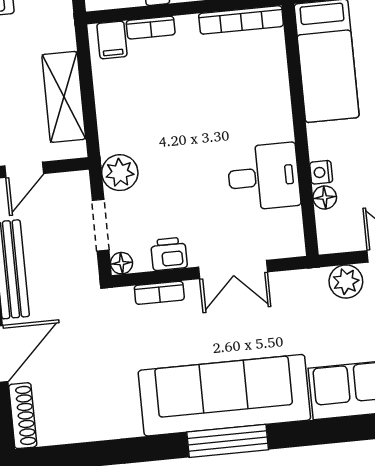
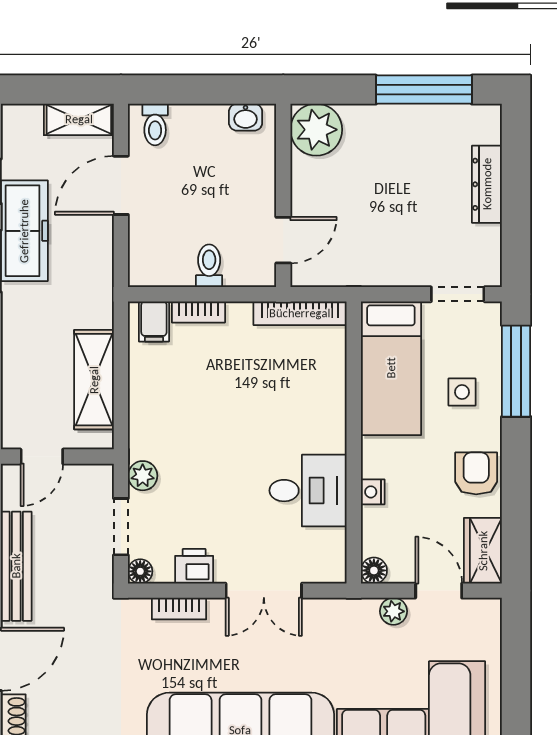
plant: (120, 173) -> (143, 476), width x0.73, depth x0.73
floor lamp: (325, 197) -> (374, 570), moved
plant: (346, 281) -> (393, 611), width x0.73, depth x0.73

